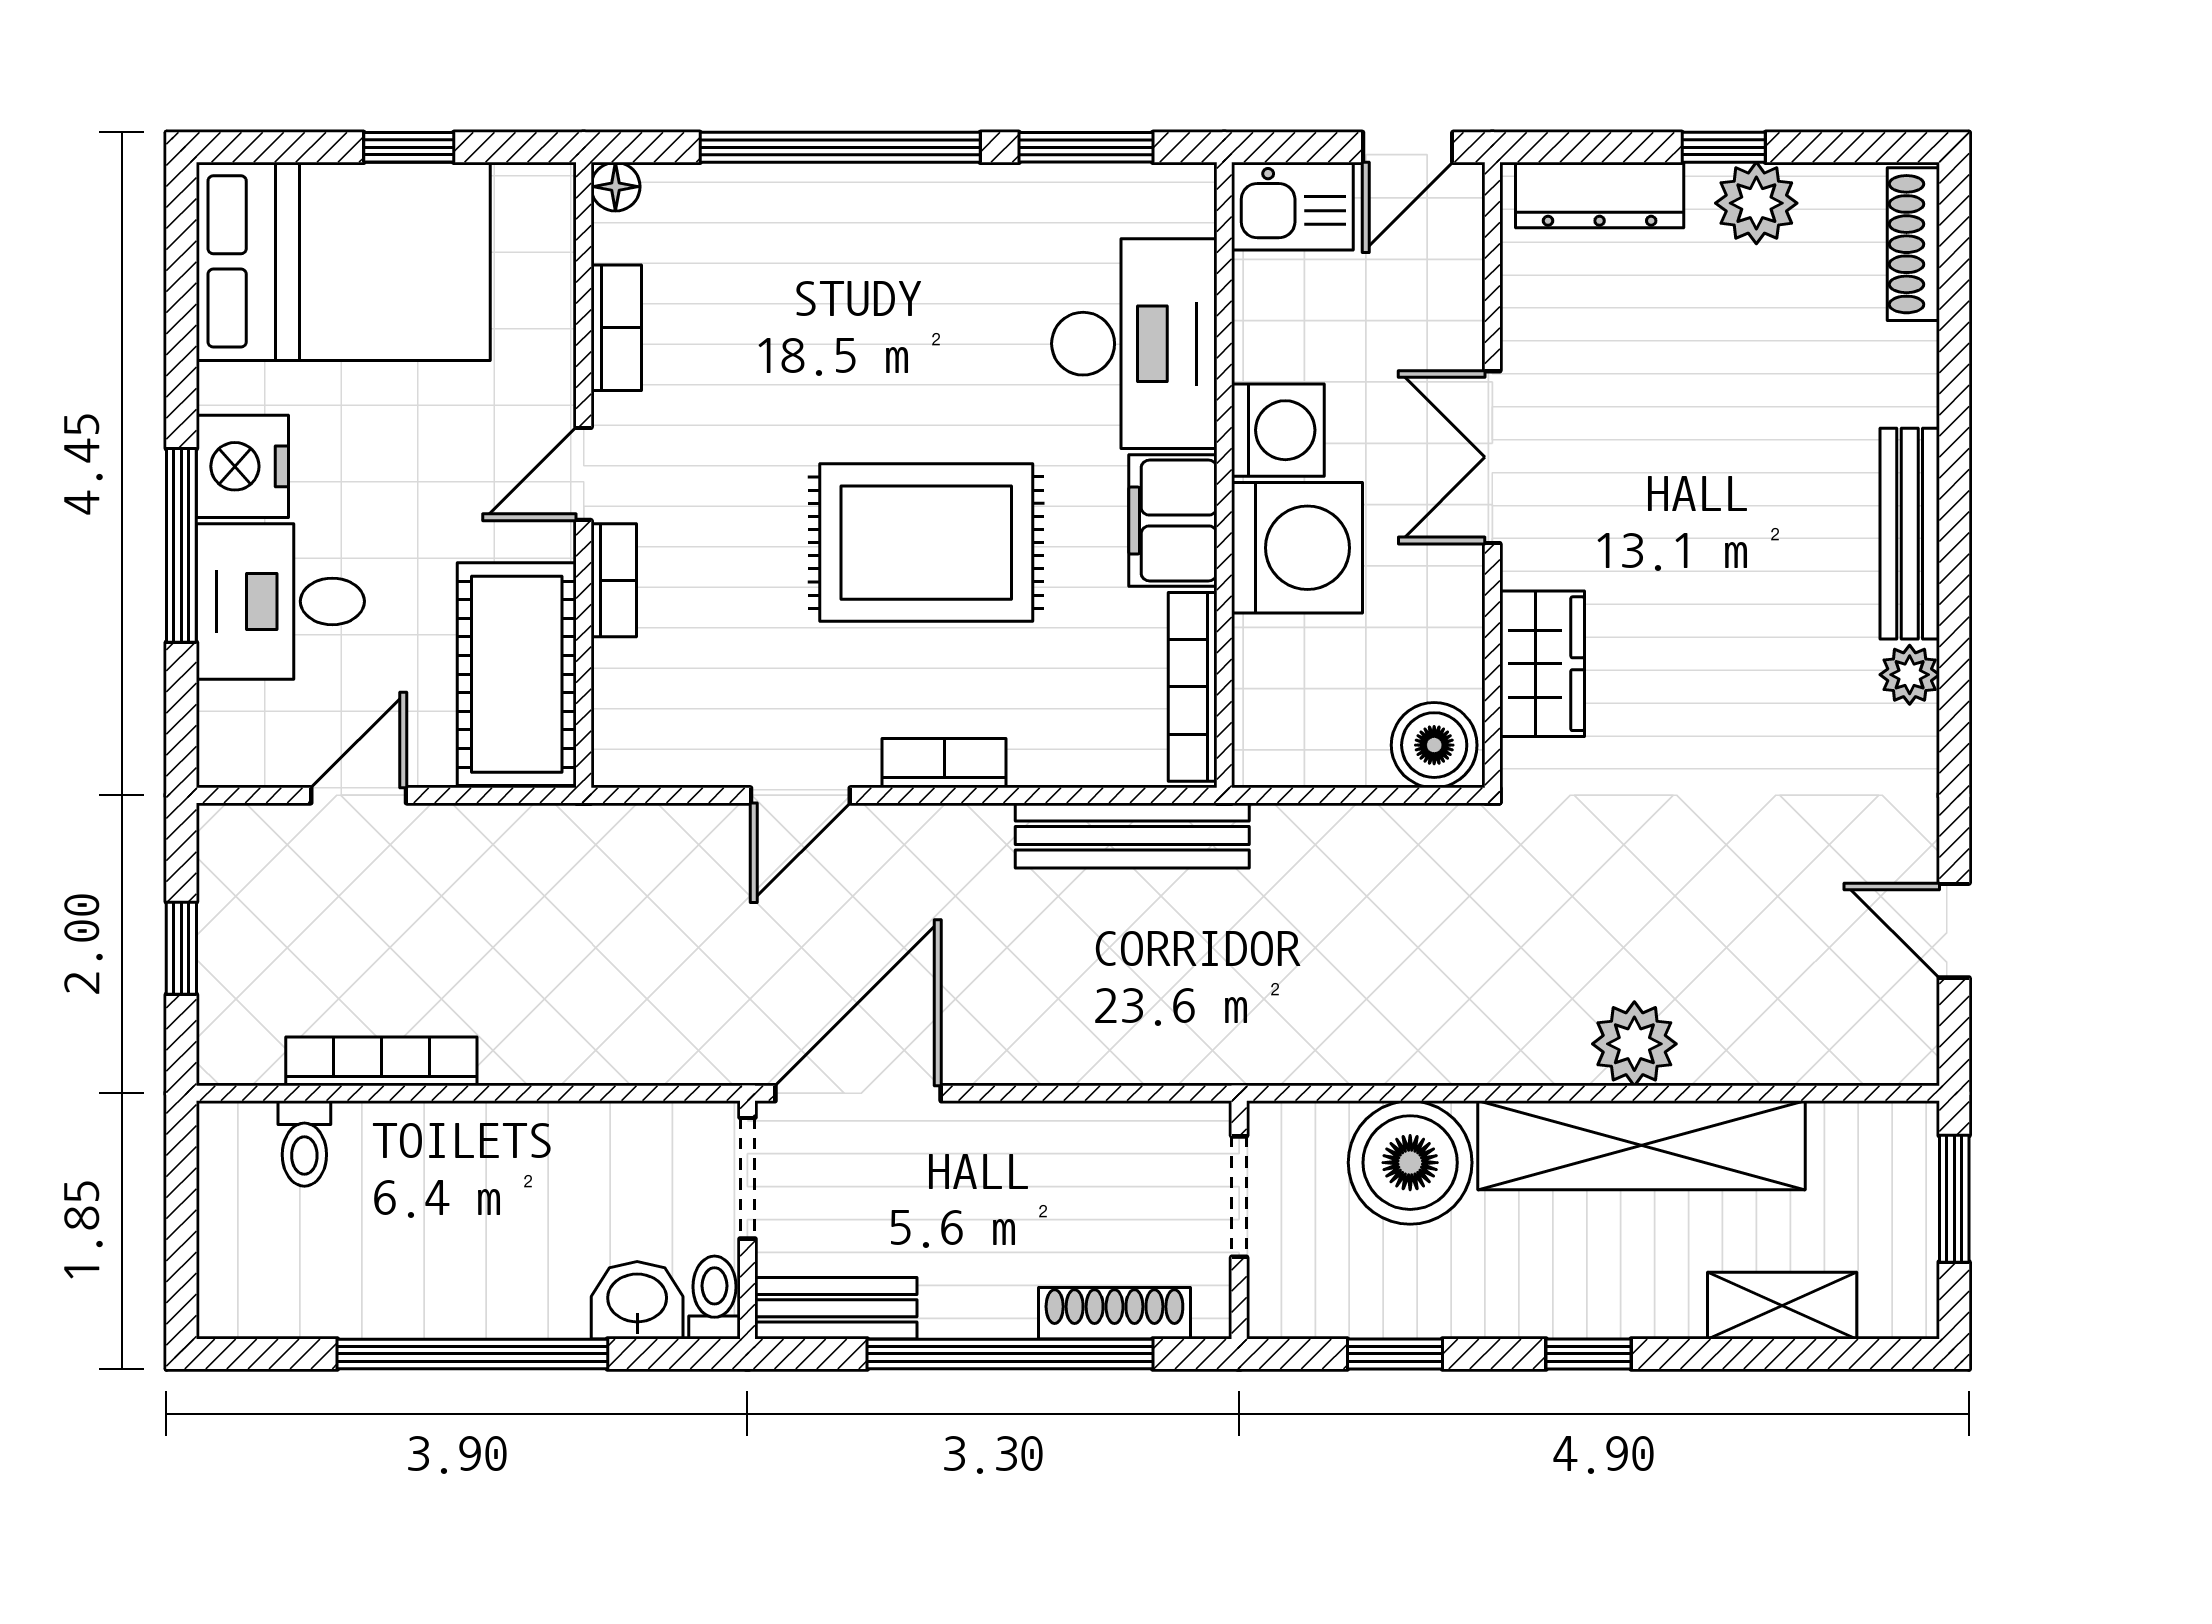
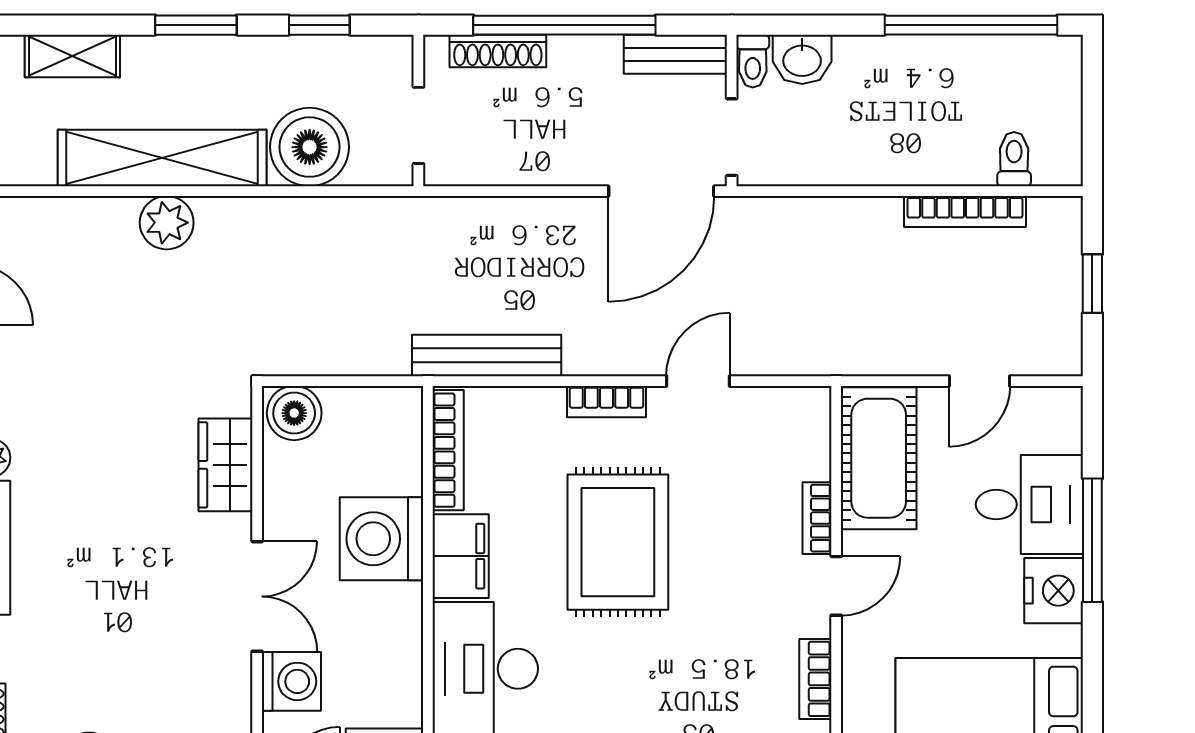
washing machine: (1278, 430) -> (291, 681), moved, turned 180
rug: (926, 543) -> (618, 542), turned 90
window: (472, 1354) -> (971, 25), moved
window: (1589, 1354) -> (196, 25), width x1.50

